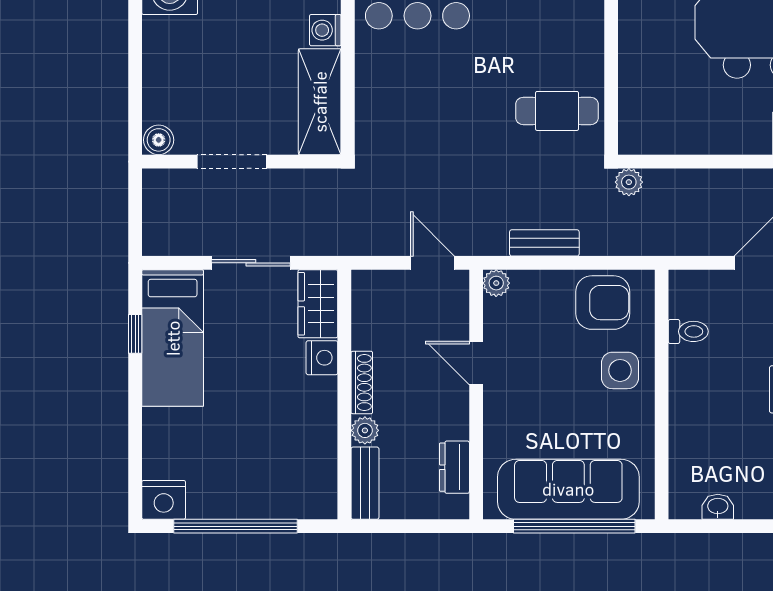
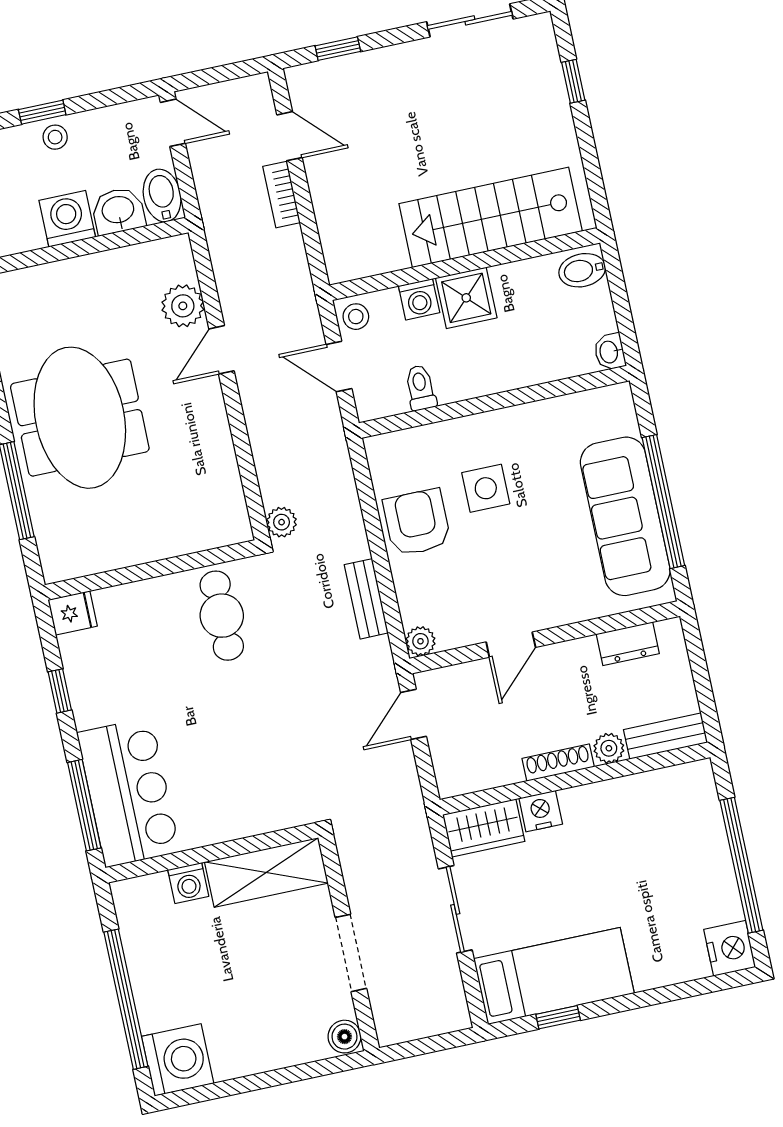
toilet: (688, 331) -> (420, 388), moved
wall: (662, 395) -> (494, 402), moved

